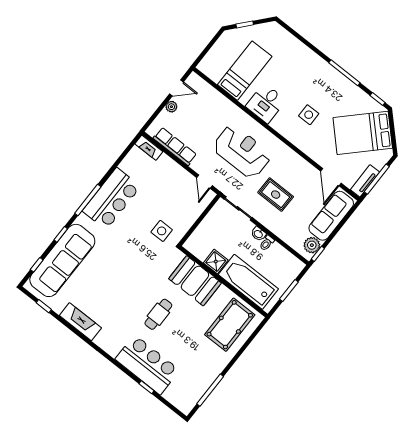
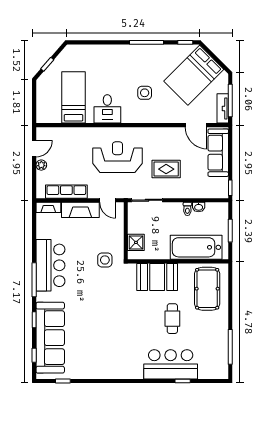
washbasin: (258, 234) -> (199, 207), moved
plant: (312, 245) -> (221, 185), removed
shower: (216, 262) -> (136, 242), moved
cafe table: (158, 314) -> (172, 319), moved
fireplace: (80, 322) -> (80, 210), moved, turned 180

